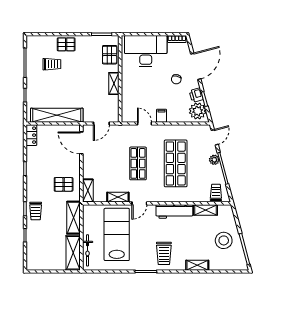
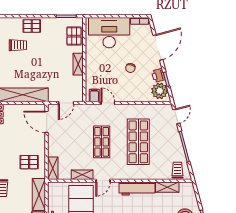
chair: (176, 79) -> (130, 68), moved
filing cabinet: (162, 116) -> (94, 95), moved
plant: (214, 160) -> (176, 138), removed

